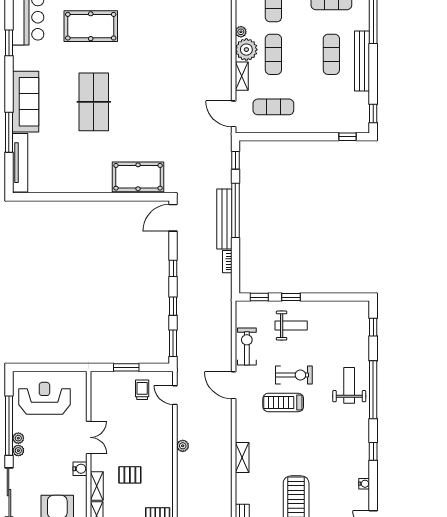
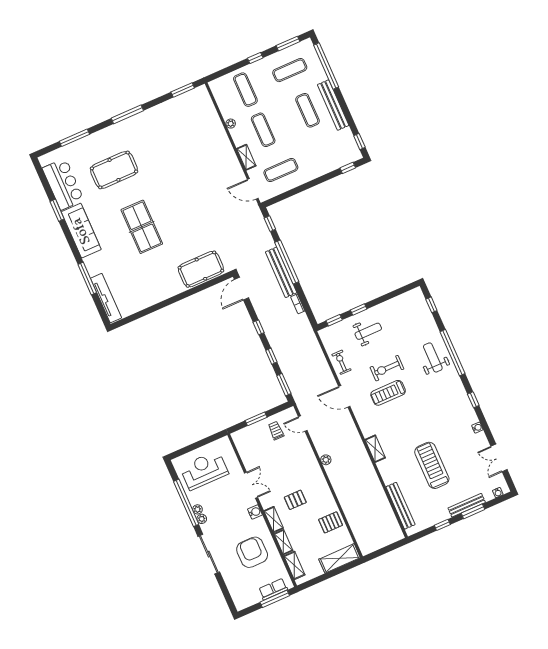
plant: (246, 50) -> (241, 135), removed
sofa: (26, 102) -> (81, 231), moved
exercise bike: (247, 347) -> (341, 362), width x0.73, depth x0.72
exercise bike: (294, 375) -> (387, 368), turned 180

